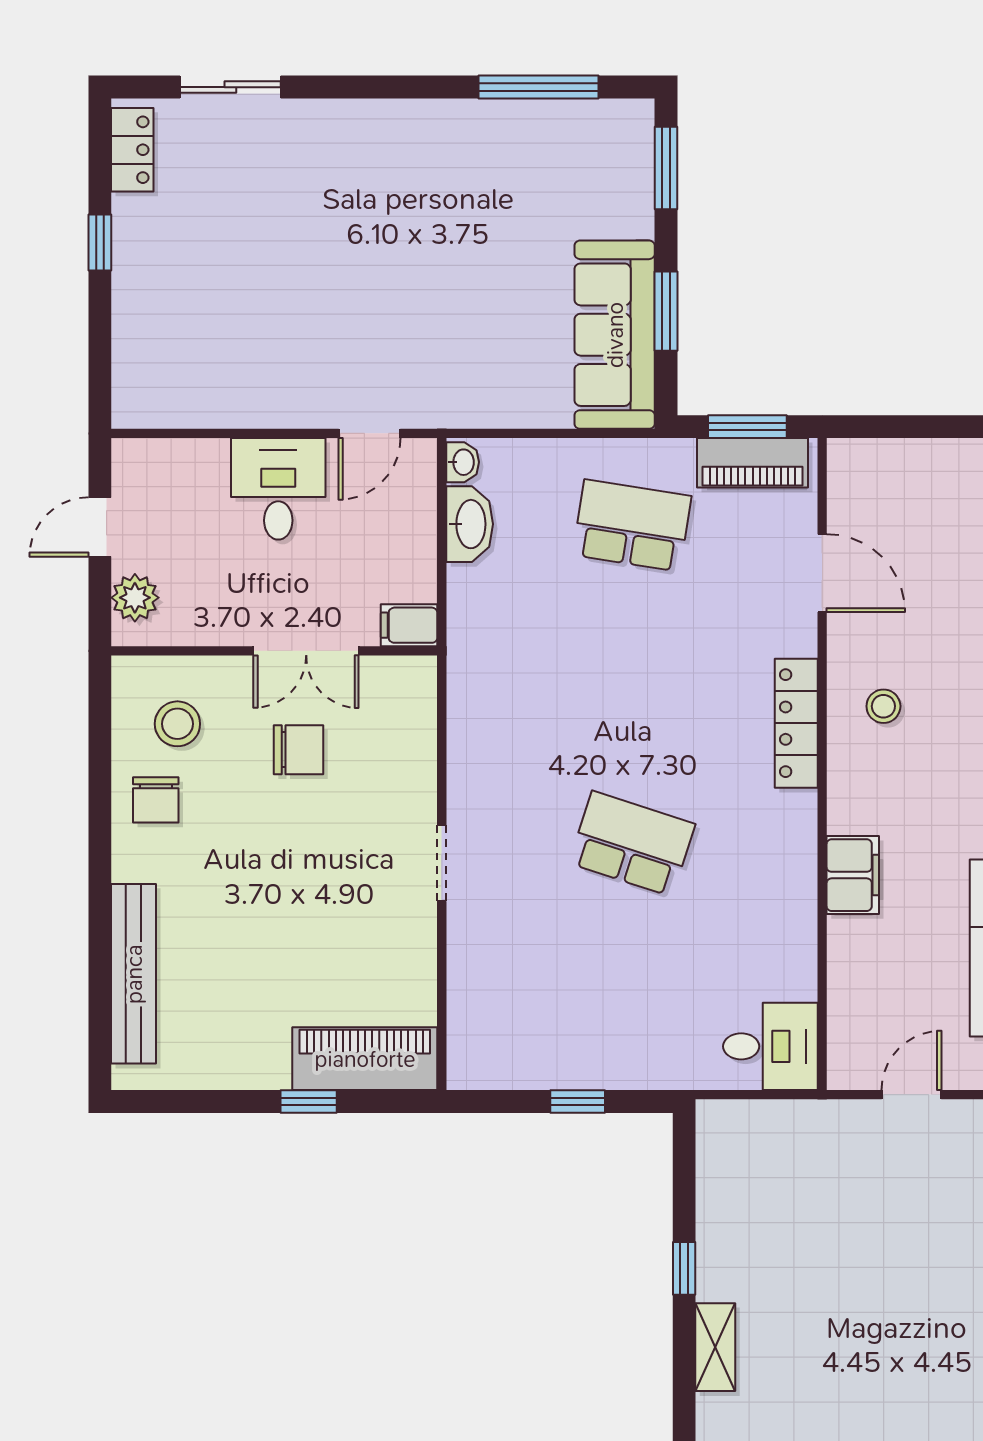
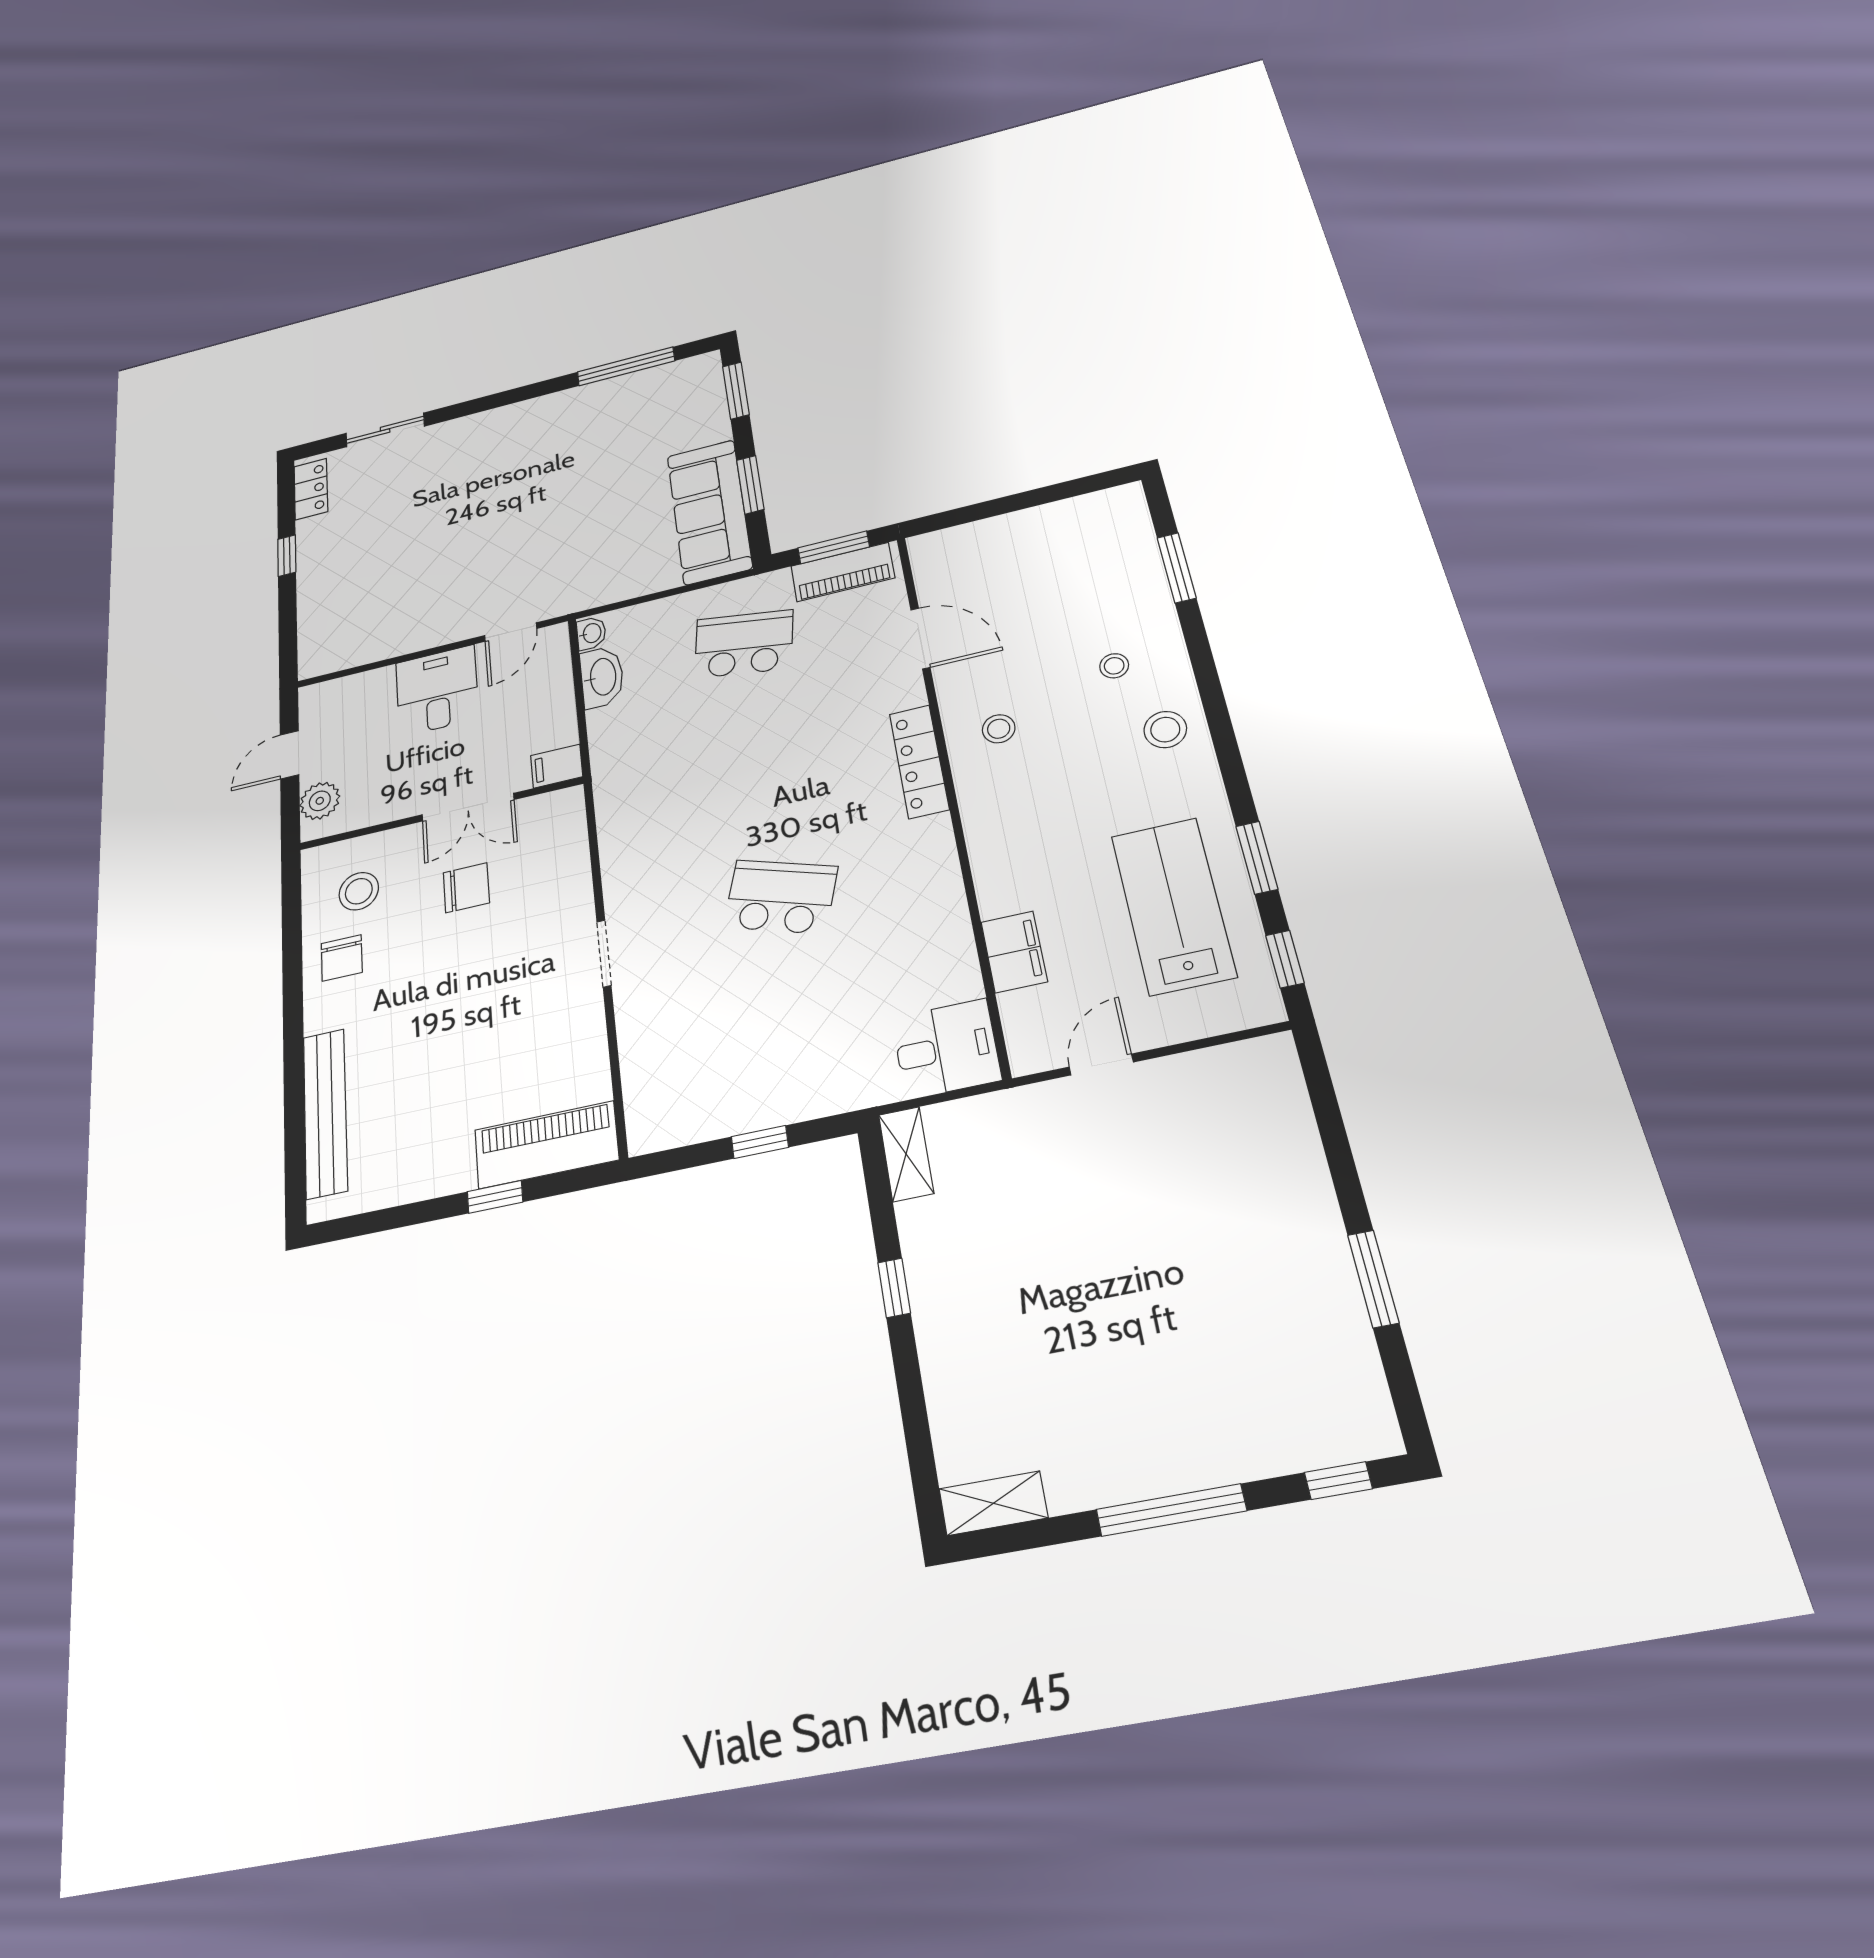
filing cabinet: (853, 875) -> (1014, 952), moved
shelving: (715, 1347) -> (906, 1154), moved

